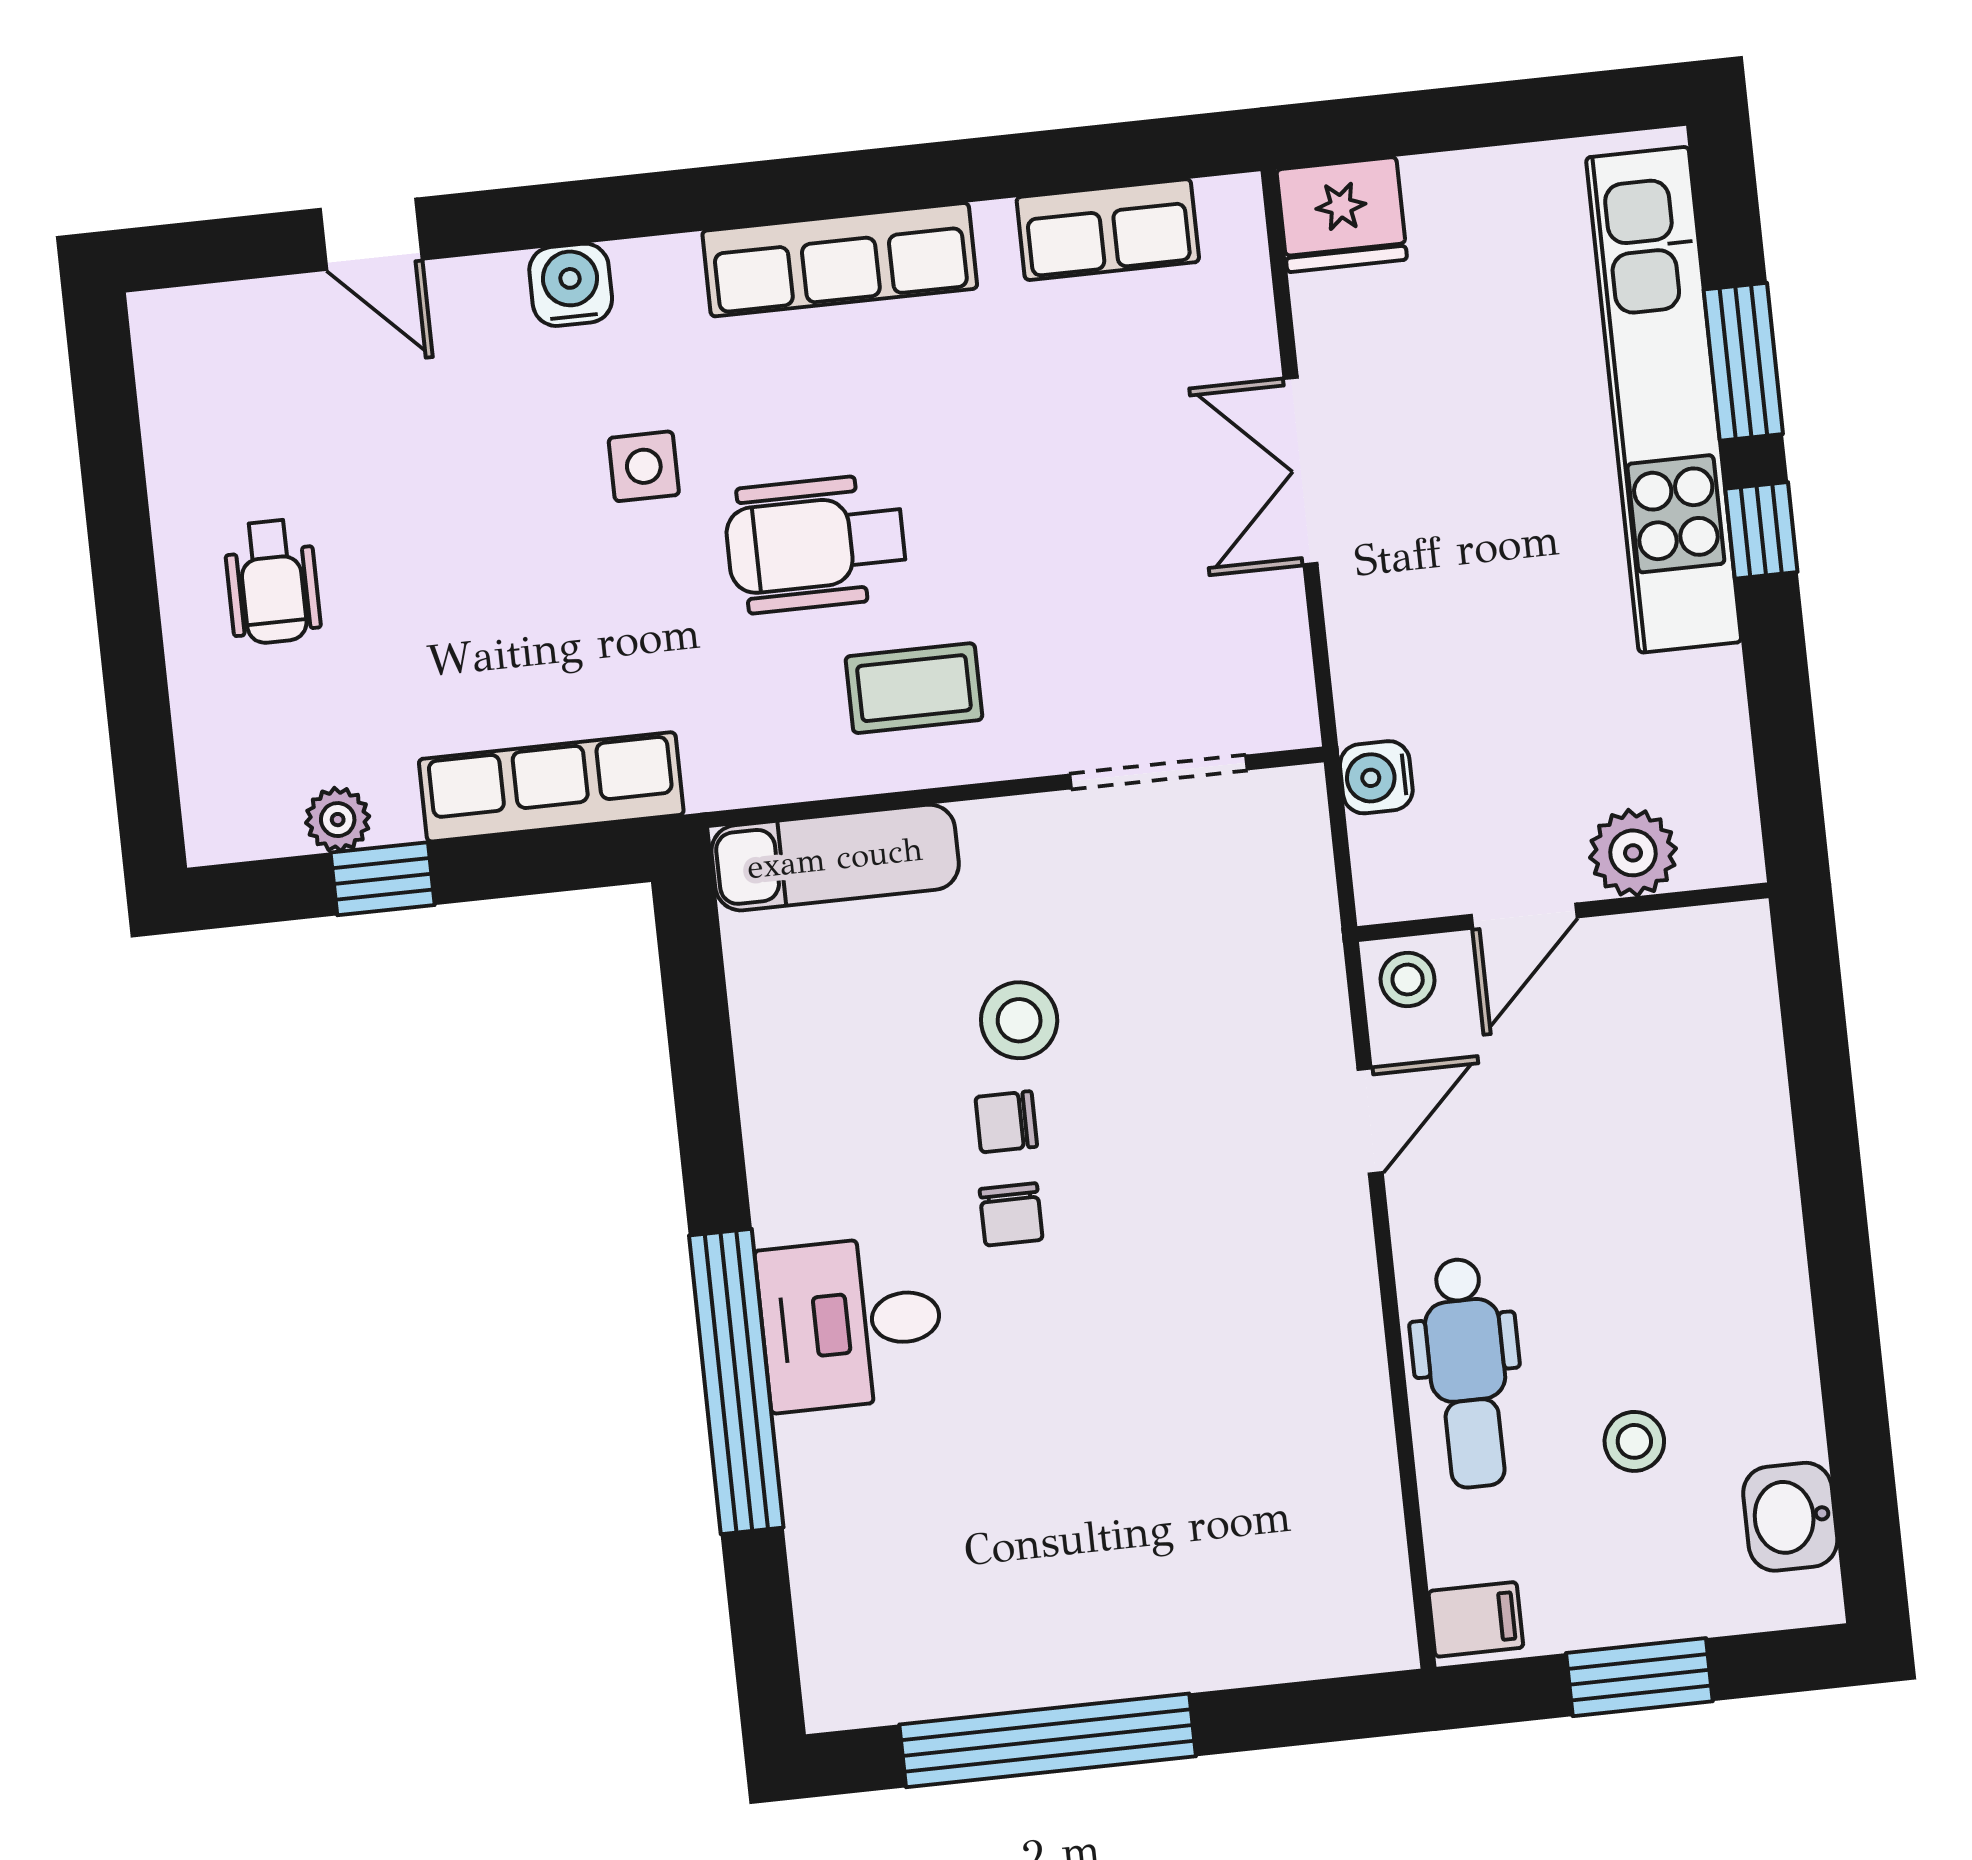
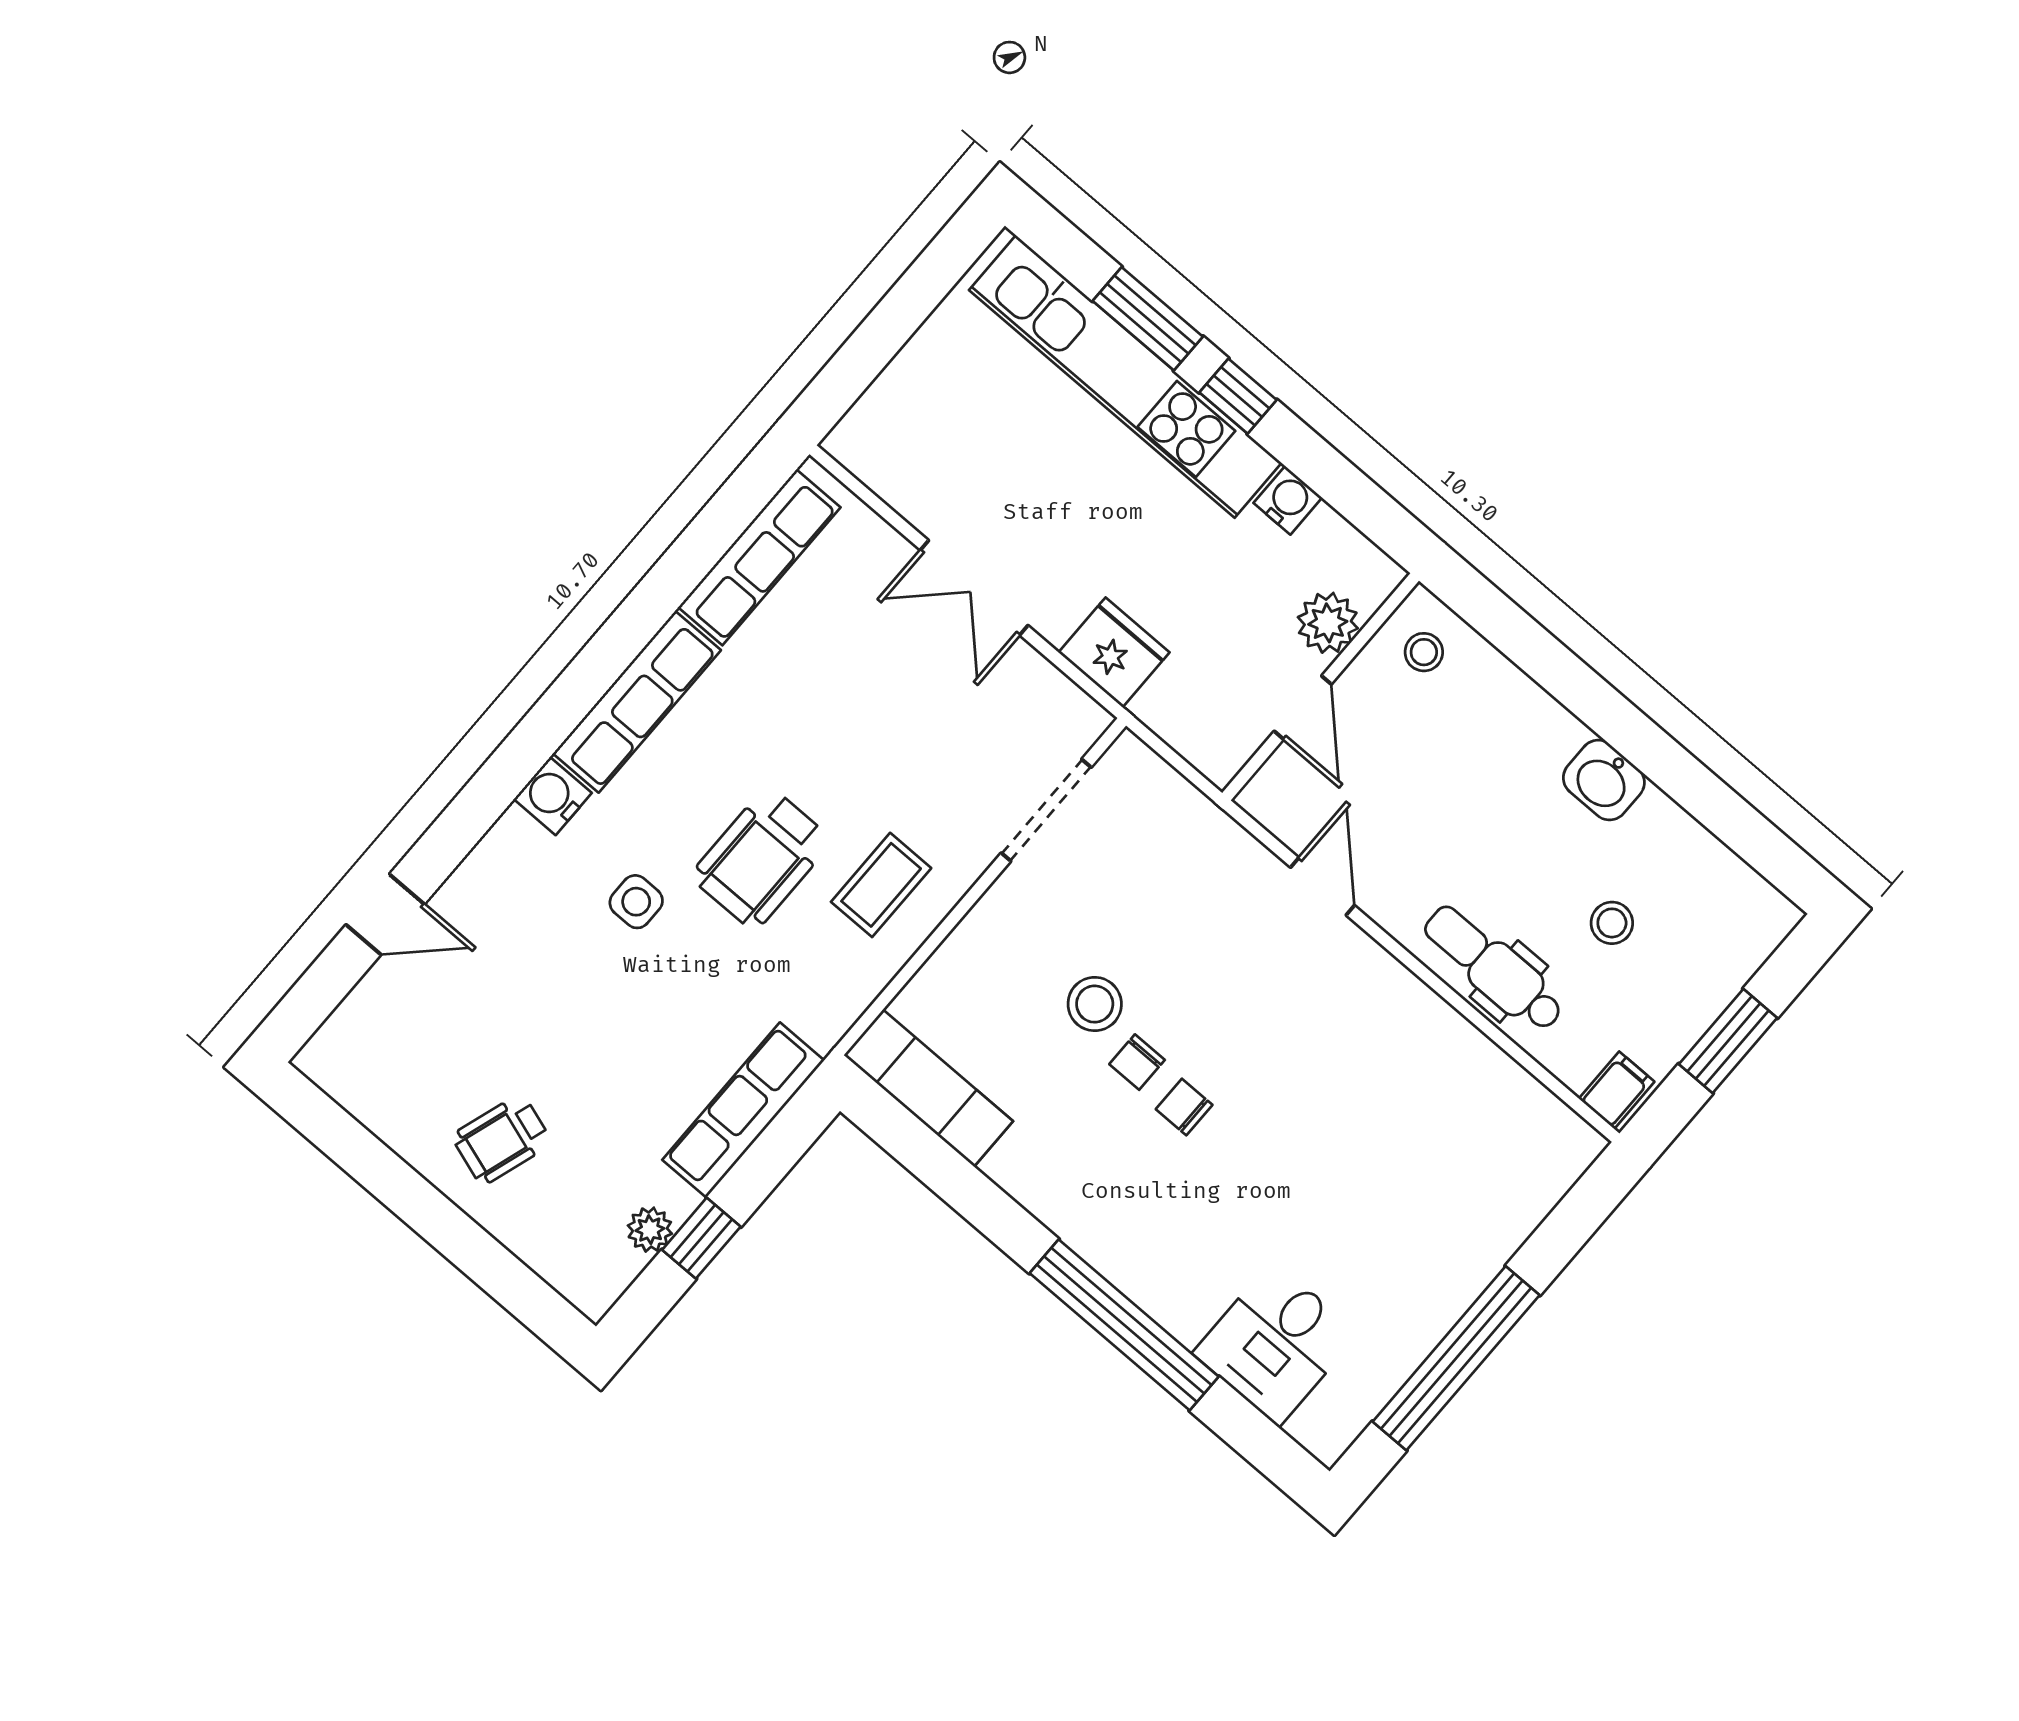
fridge: (1342, 215) -> (1114, 652), moved, turned -90
row of seats: (1108, 230) -> (759, 557), width x1.48
water cooler: (571, 285) -> (553, 796), moved
wheelchair: (272, 582) -> (502, 1139), turned 108
water cooler: (1376, 777) -> (1288, 500), moved, turned 180
exam couch: (835, 858) -> (928, 1088), moved, turned -90
stool: (1408, 979) -> (1424, 652), moved
chair: (1011, 1214) -> (1184, 1107), turned 180
desk: (851, 1323) -> (1276, 1343), moved
dental chair: (1468, 1373) -> (1494, 968), turned 180
washbasin: (1790, 1517) -> (1604, 780), moved

